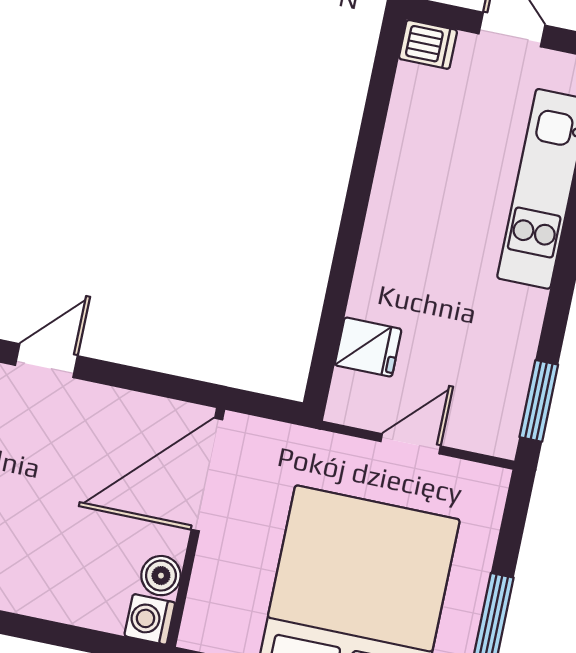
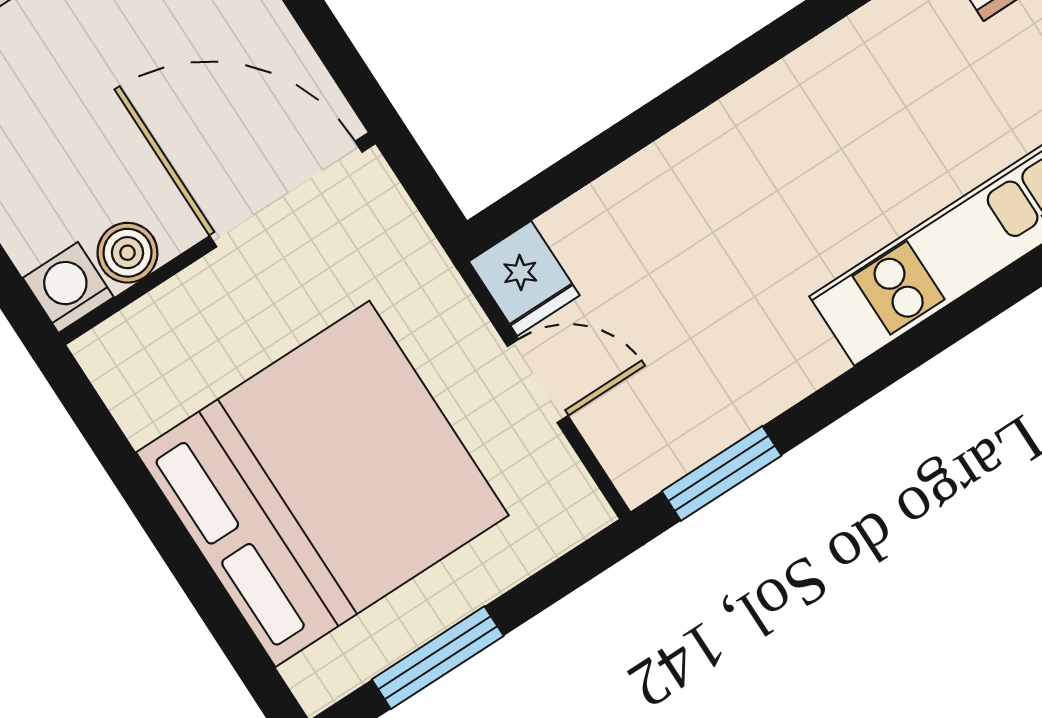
fridge: (368, 347) -> (524, 278), moved

